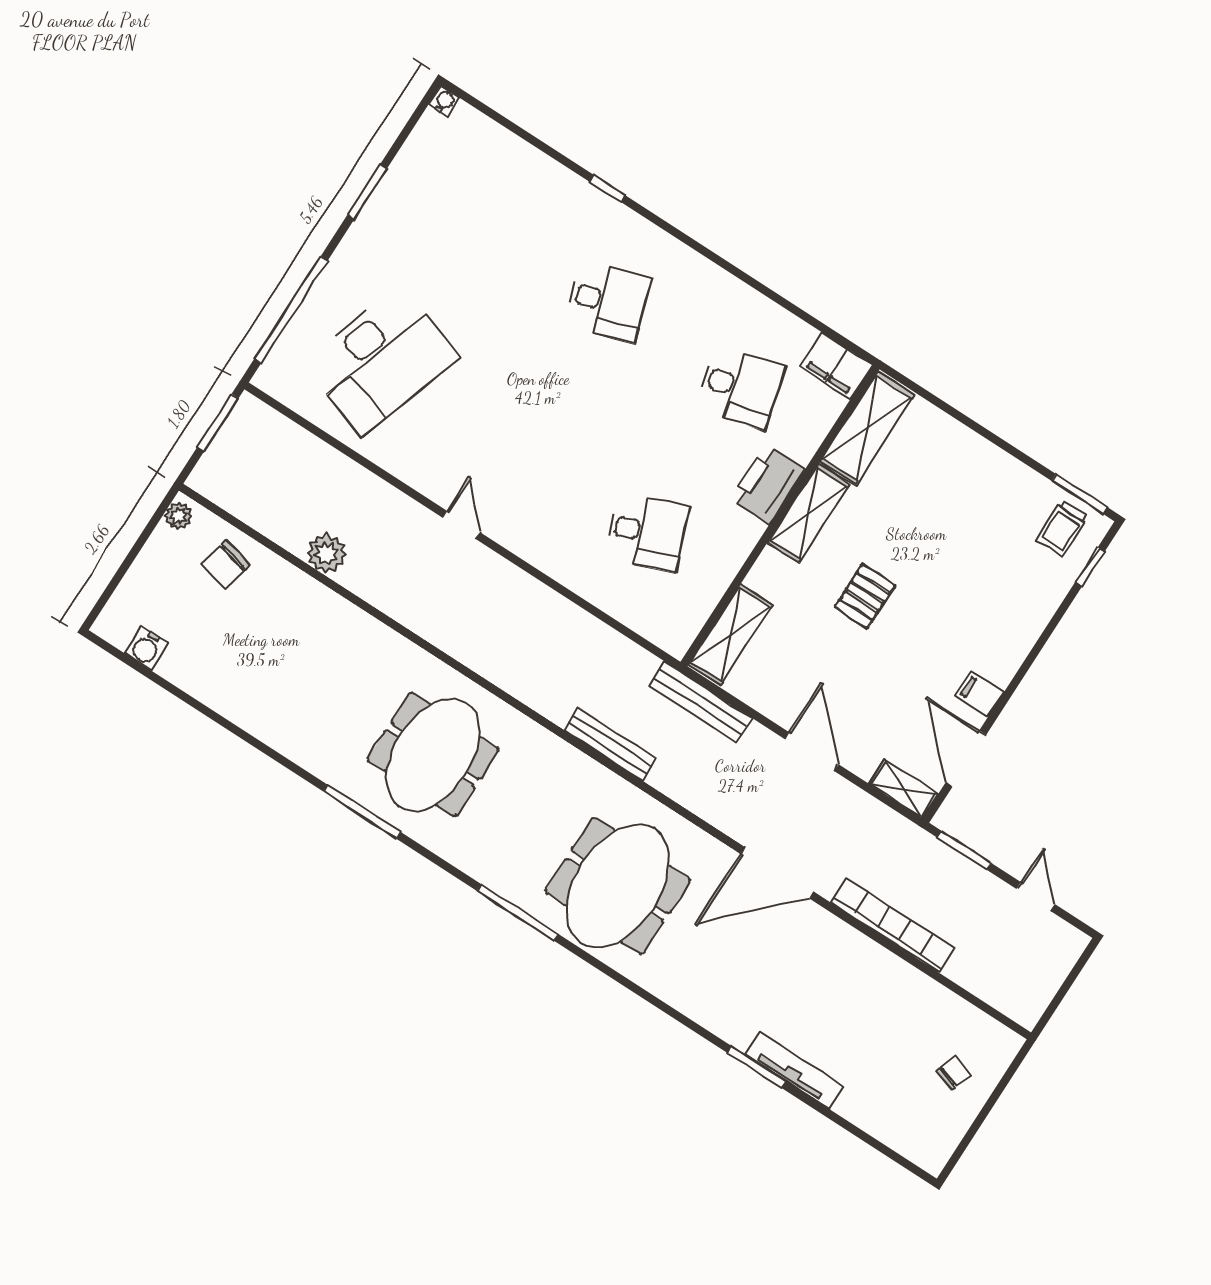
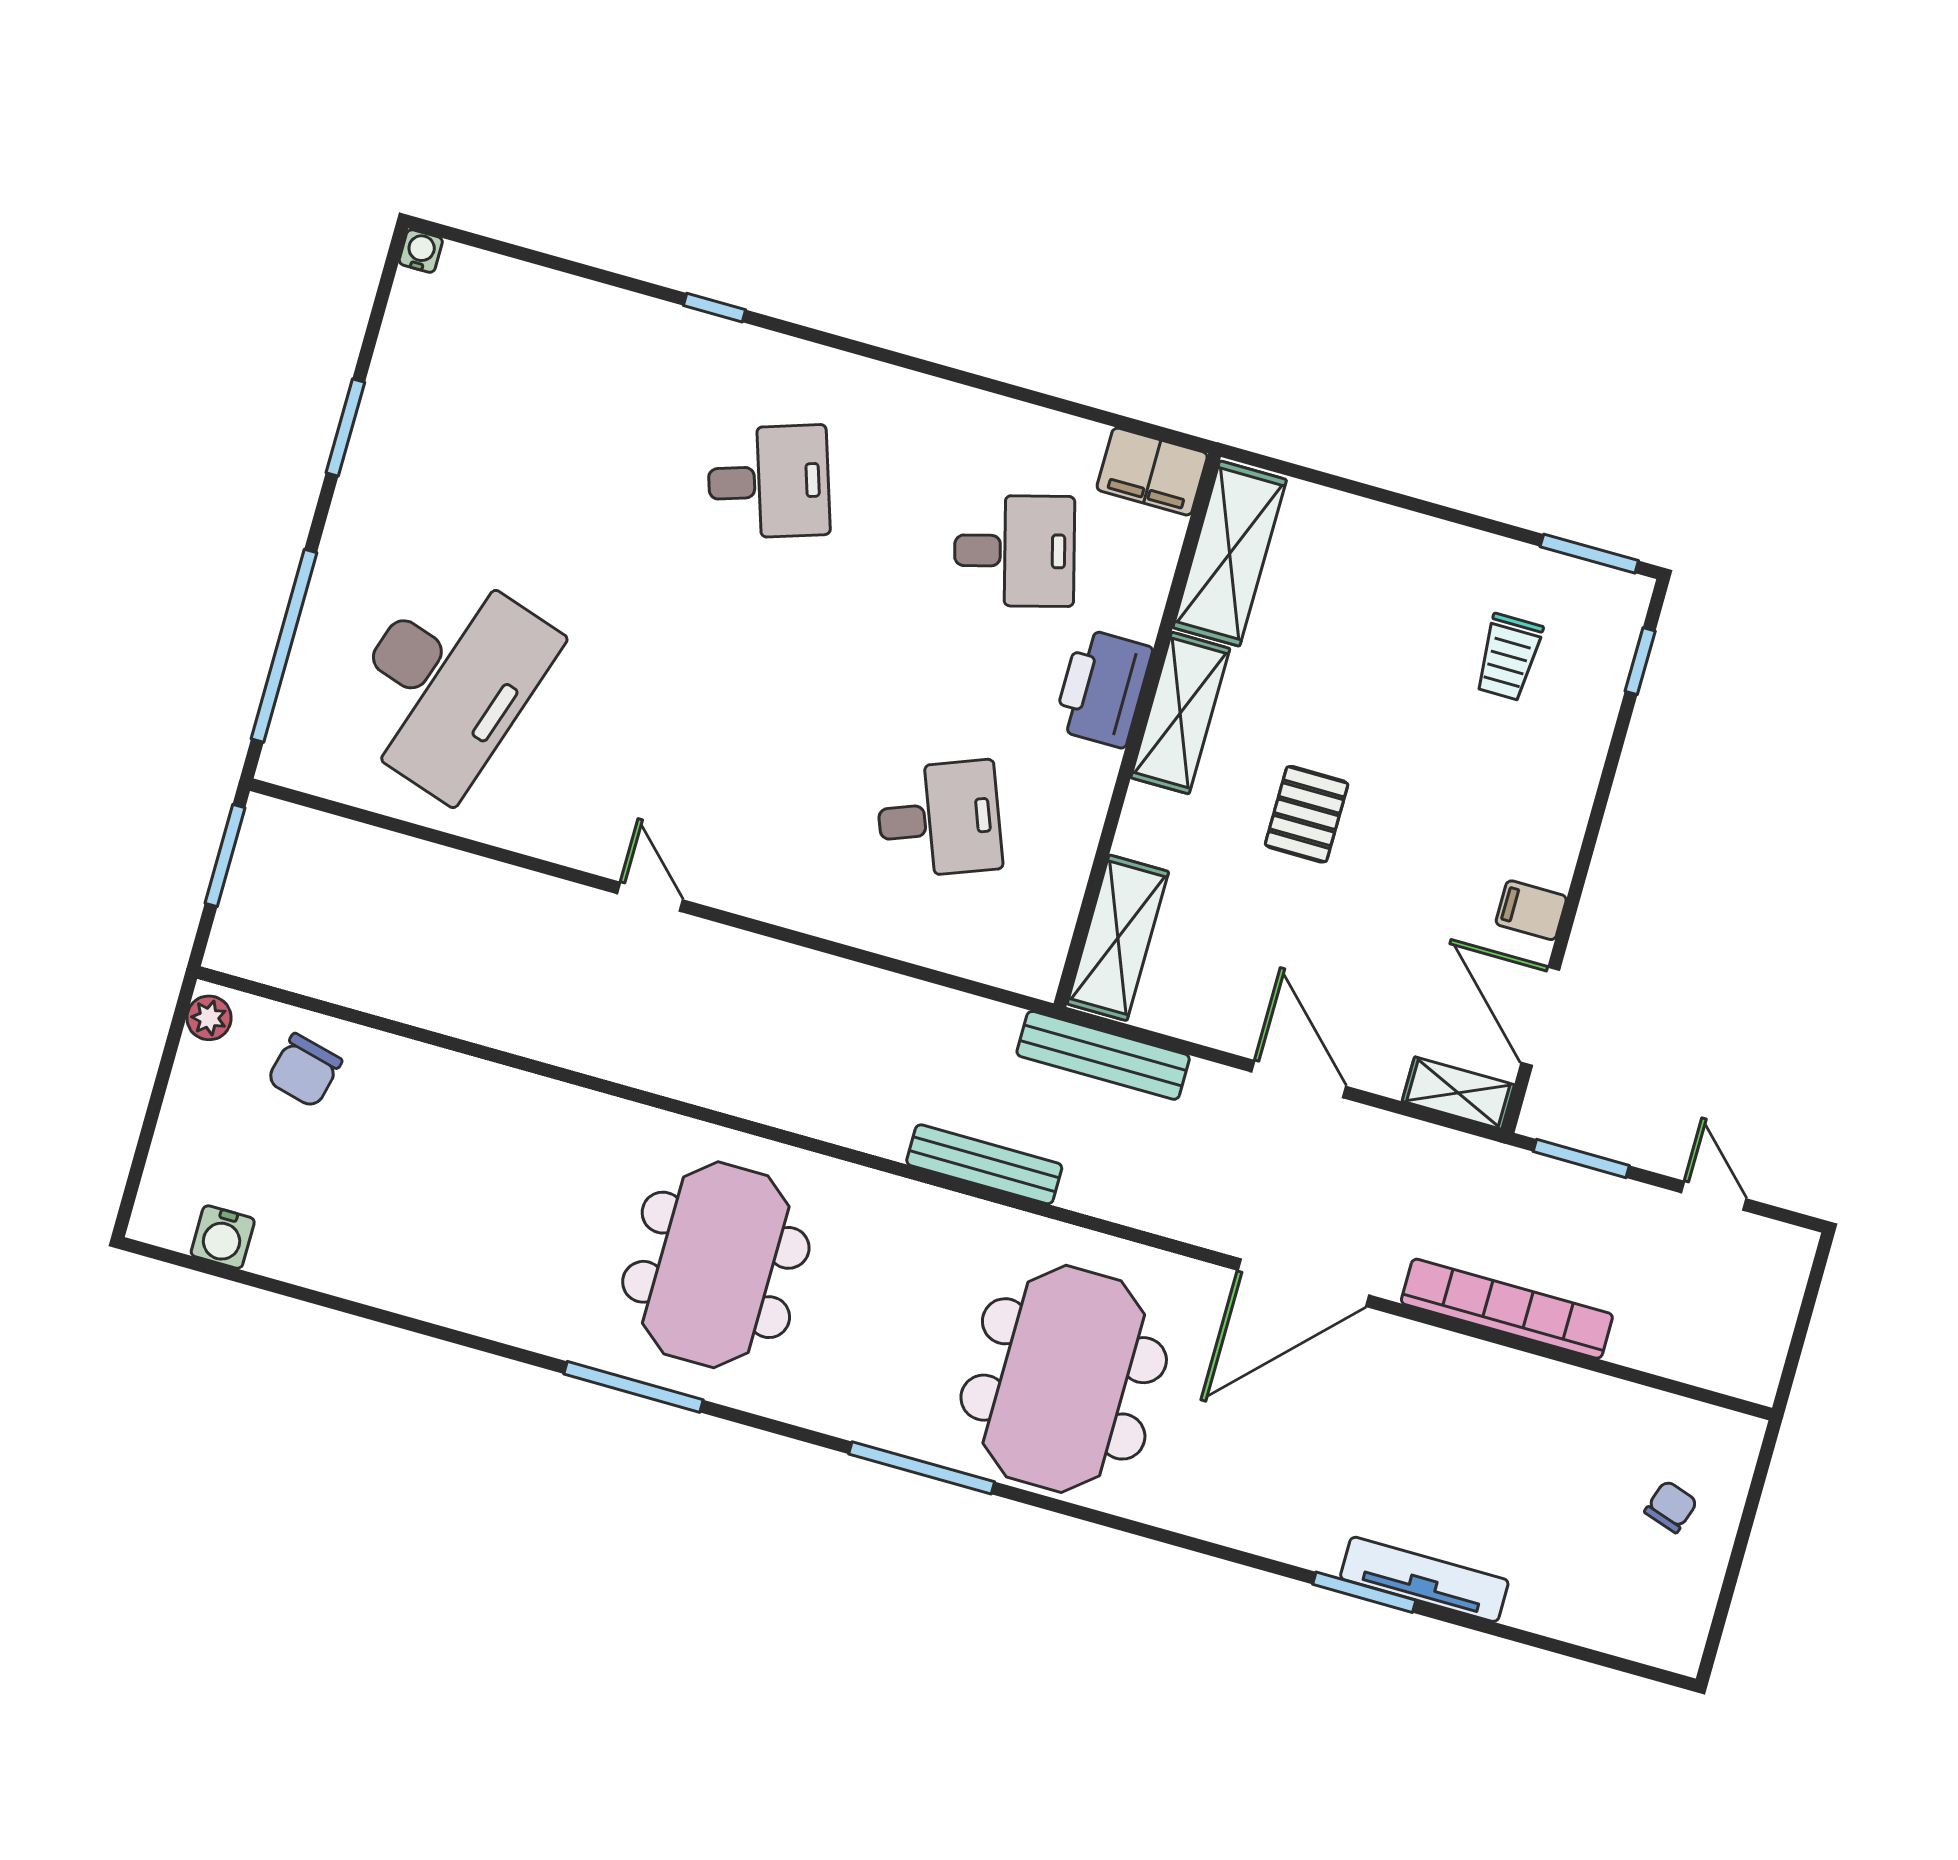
trolley: (1062, 528) -> (1508, 657), moved
plant: (326, 553) -> (455, 1005), removed

